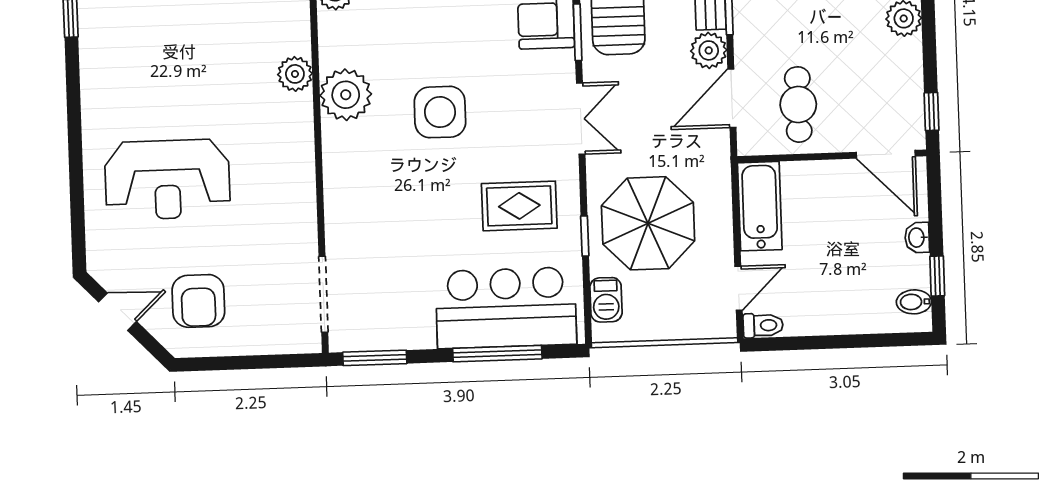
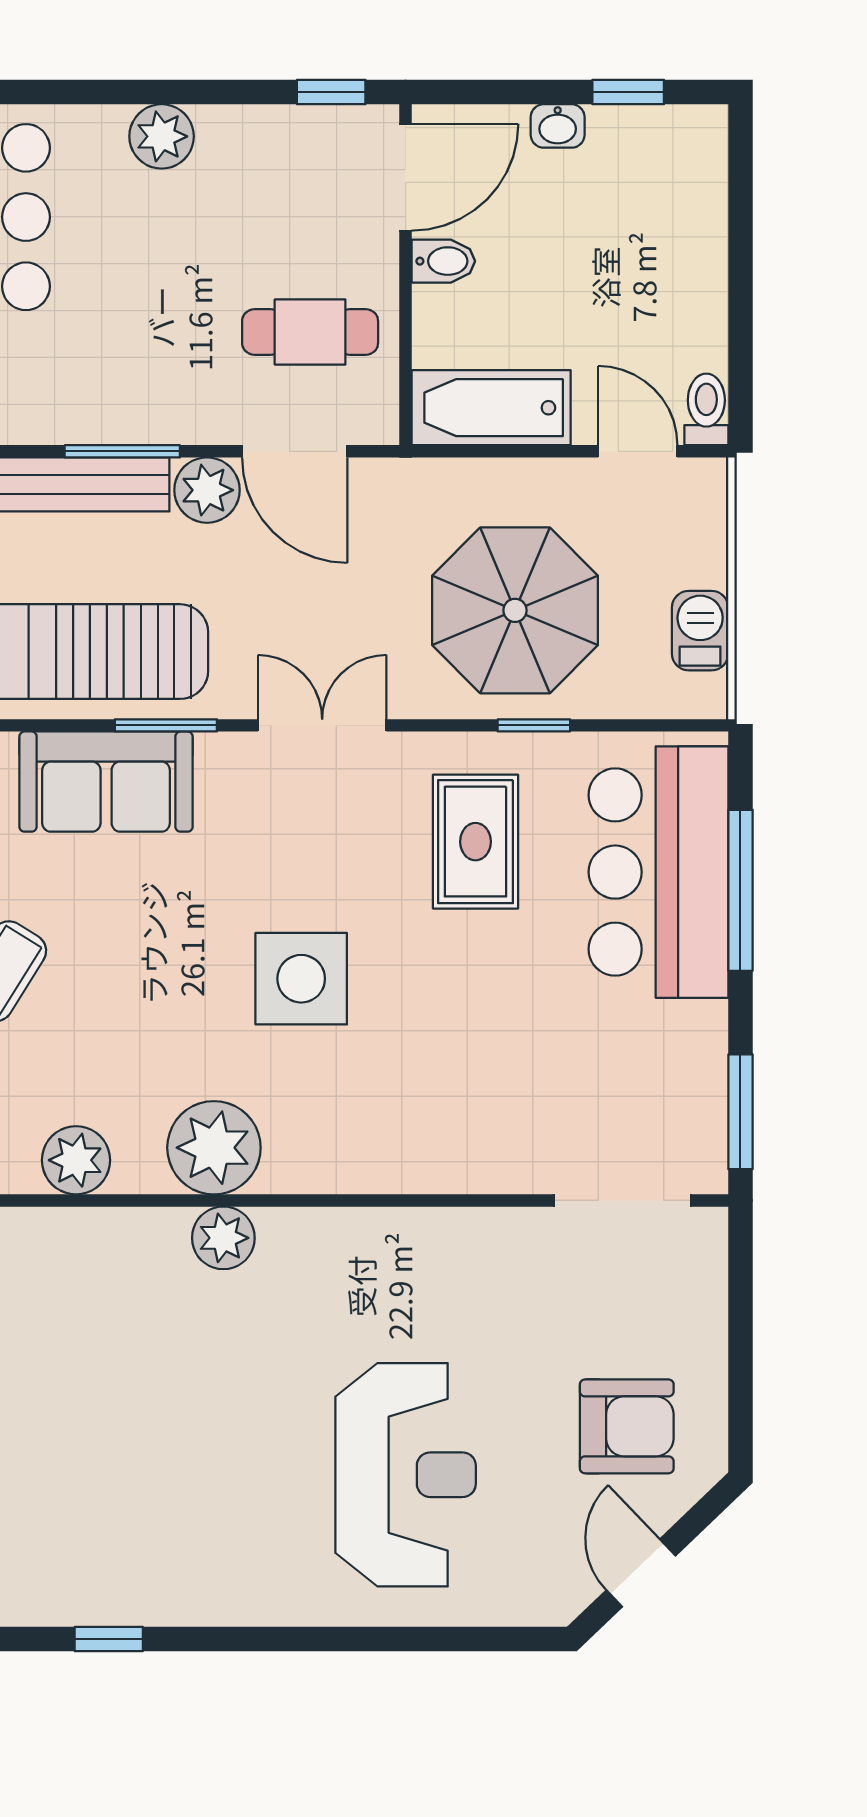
plant: (346, 95) -> (214, 1148), moved
barbecue: (606, 300) -> (700, 631), moved, turned -90
bidet: (914, 302) -> (443, 261), moved, turned -90

